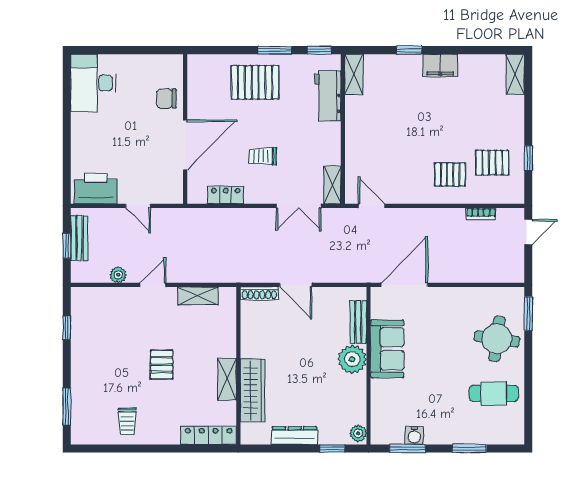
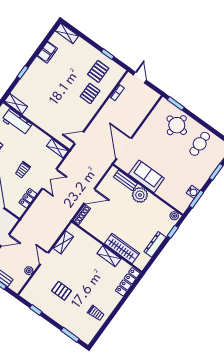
filing cabinet: (440, 65) -> (47, 52), moved
double door: (299, 206) -> (49, 179), moved
pallet: (162, 365) -> (61, 291), moved

